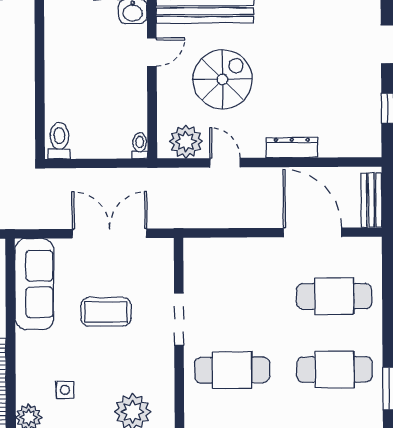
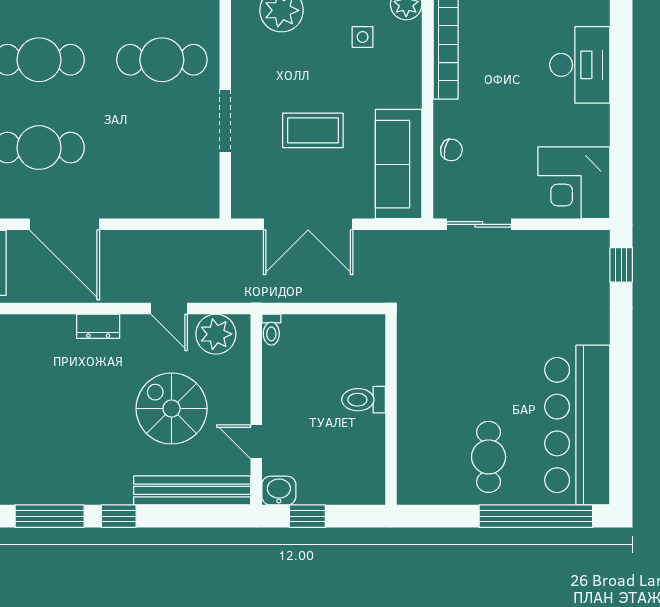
door: (152, 52) -> (256, 442), hinge flipped
spiral stairs: (223, 79) -> (172, 408), turned 90
toilet: (59, 141) -> (364, 400), moved, turned 90
dresser: (292, 148) -> (98, 326), width x0.70

